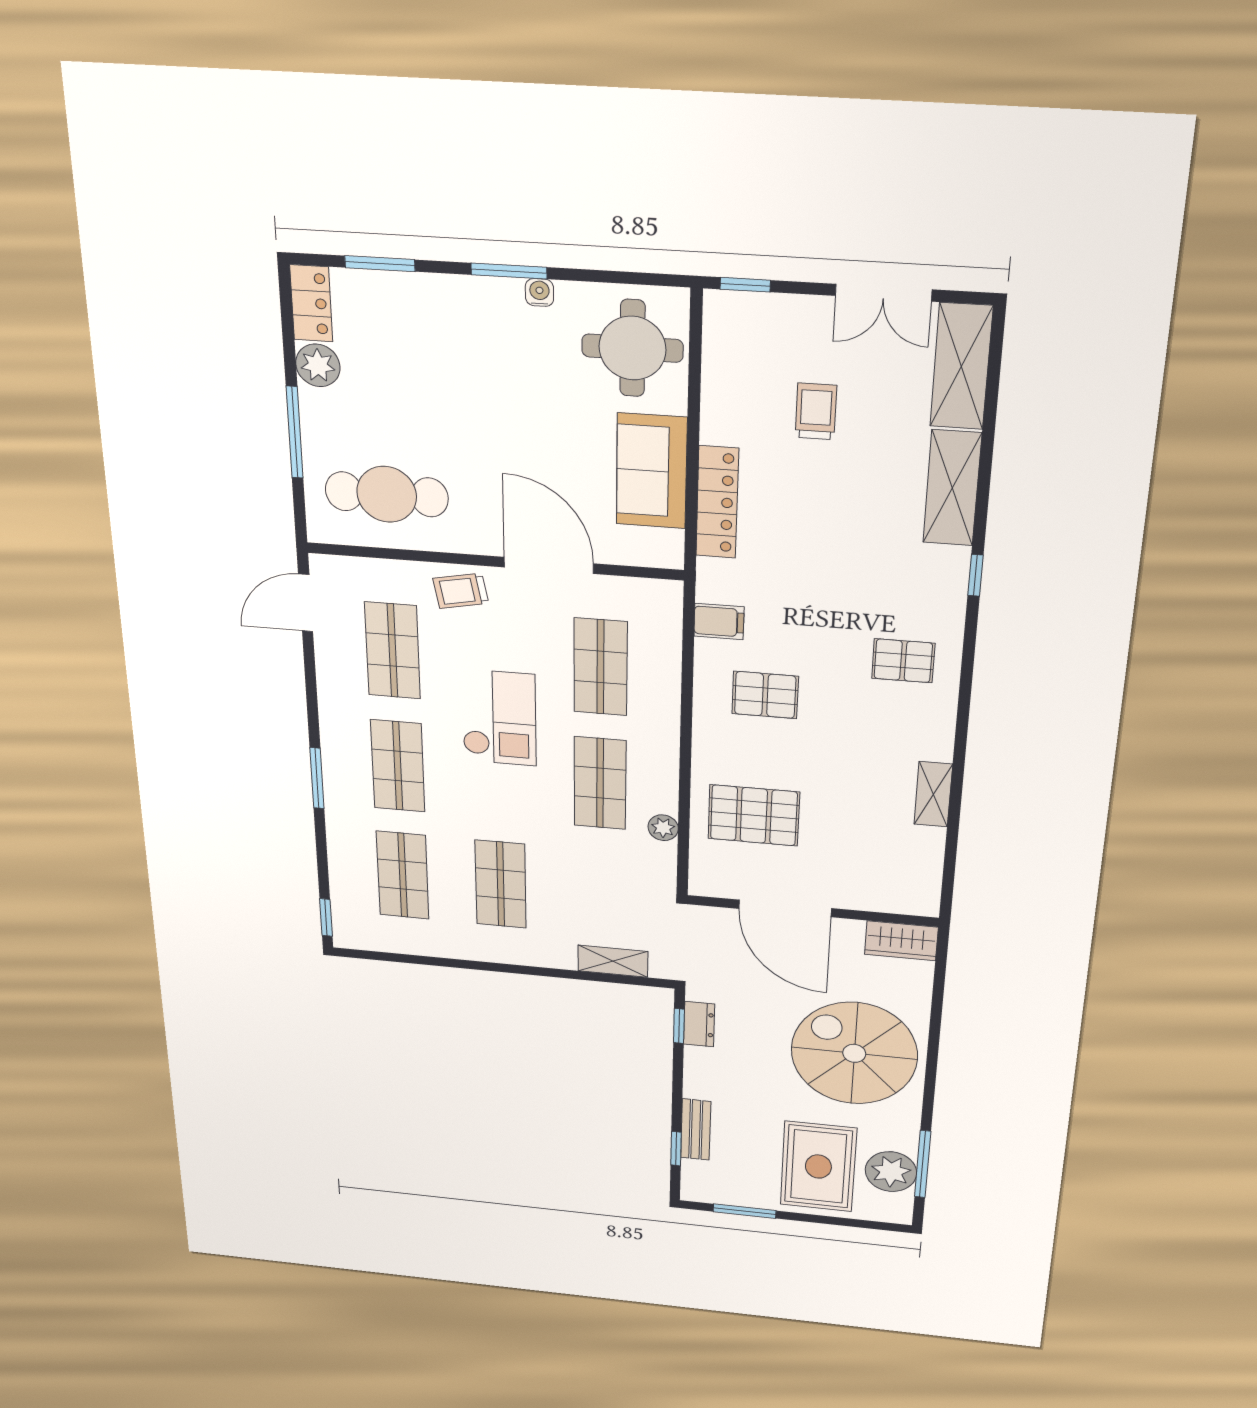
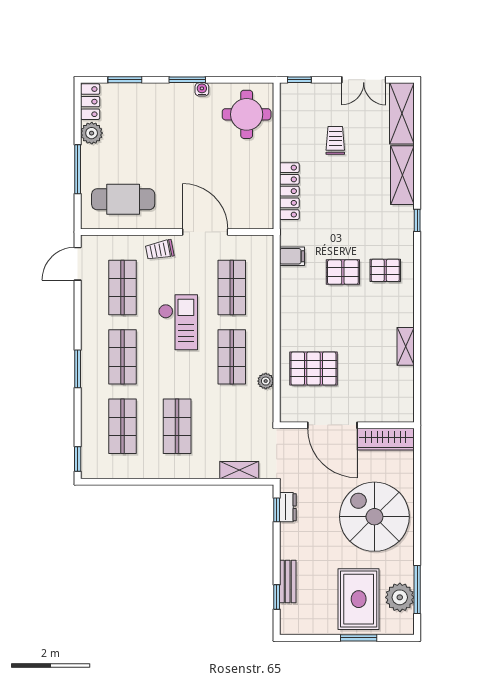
sofa: (652, 471) -> (257, 177), removed
pallet: (765, 695) -> (343, 272), moved
wardrobe: (901, 941) -> (386, 439), width x1.50
window: (745, 1211) -> (359, 638), moved

